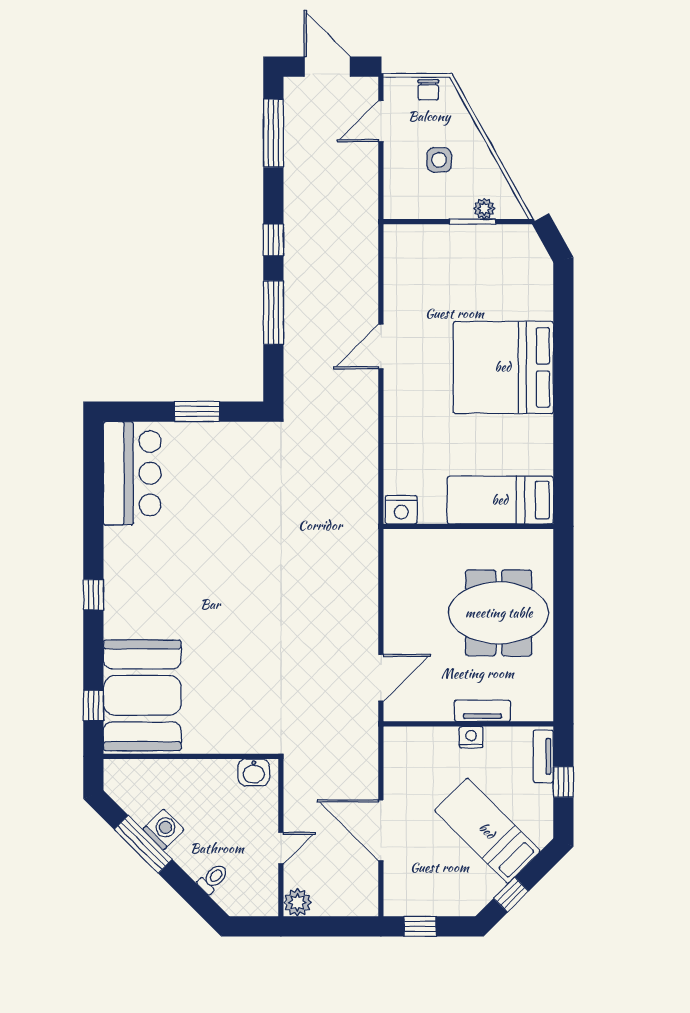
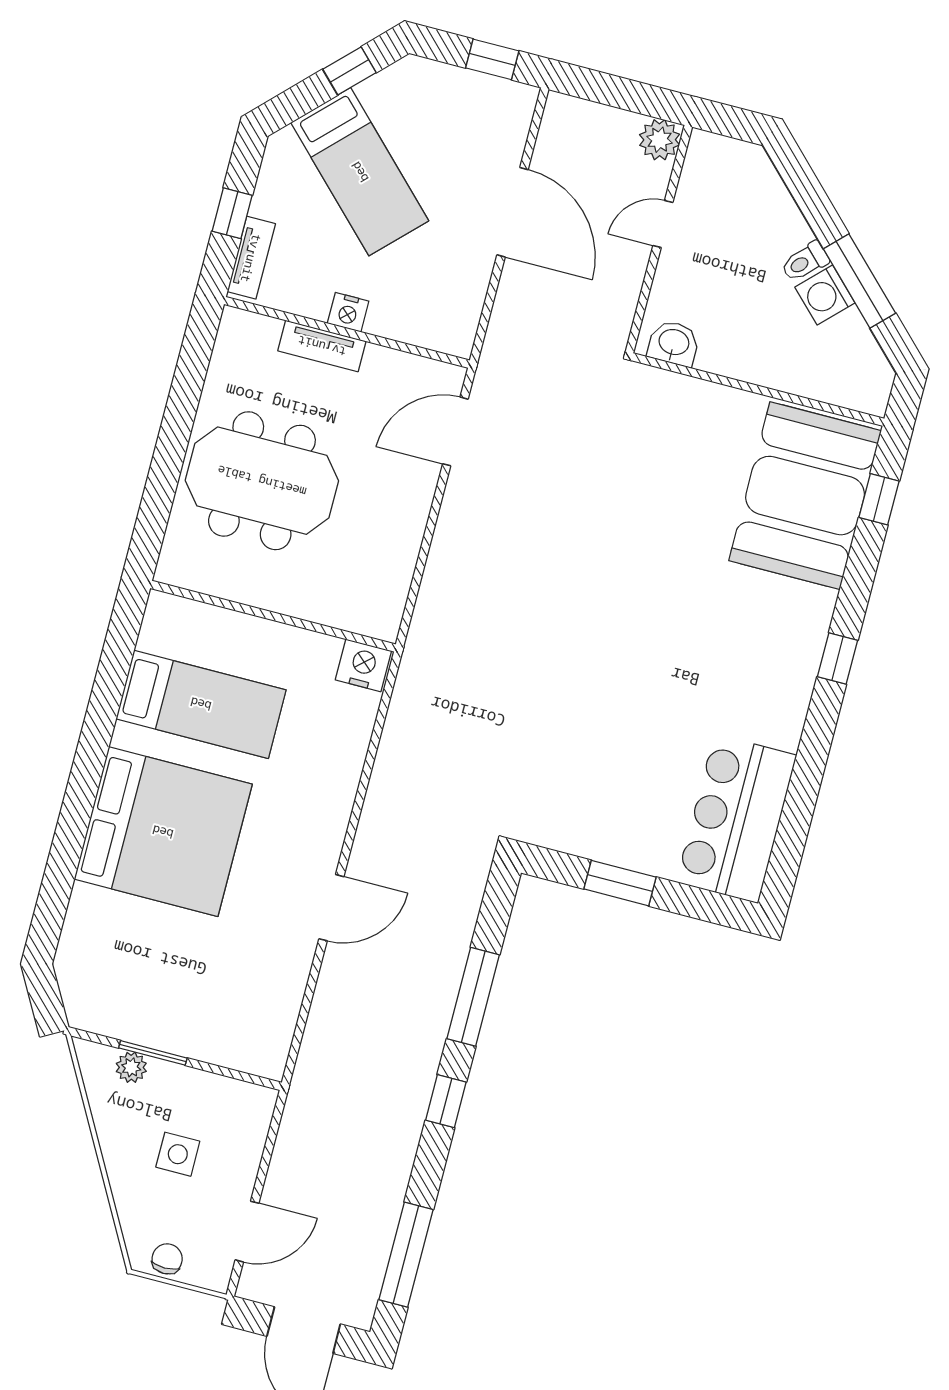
bed: (500, 500) -> (201, 704), moved
toilet: (213, 879) -> (805, 262), moved

